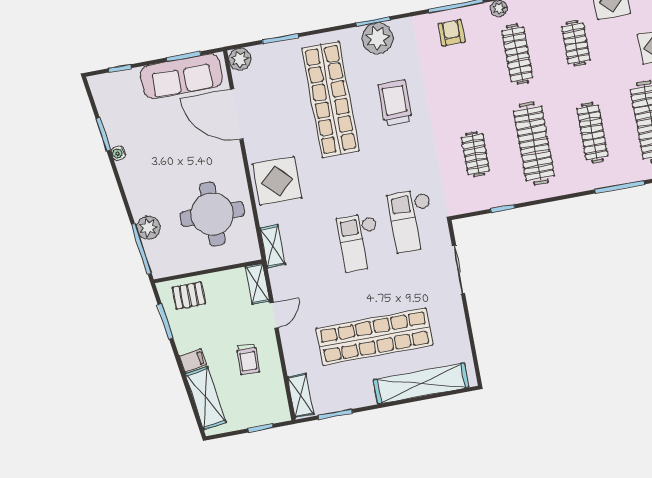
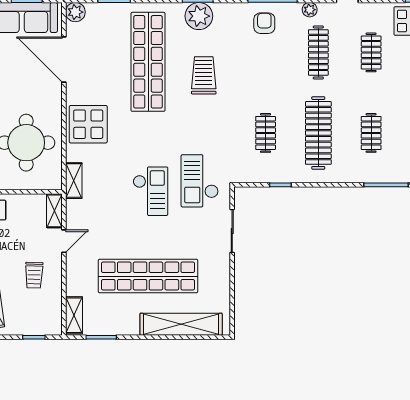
clothes rail: (592, 132) -> (371, 133), width x0.73
checkout: (360, 242) -> (150, 191), turned 180

